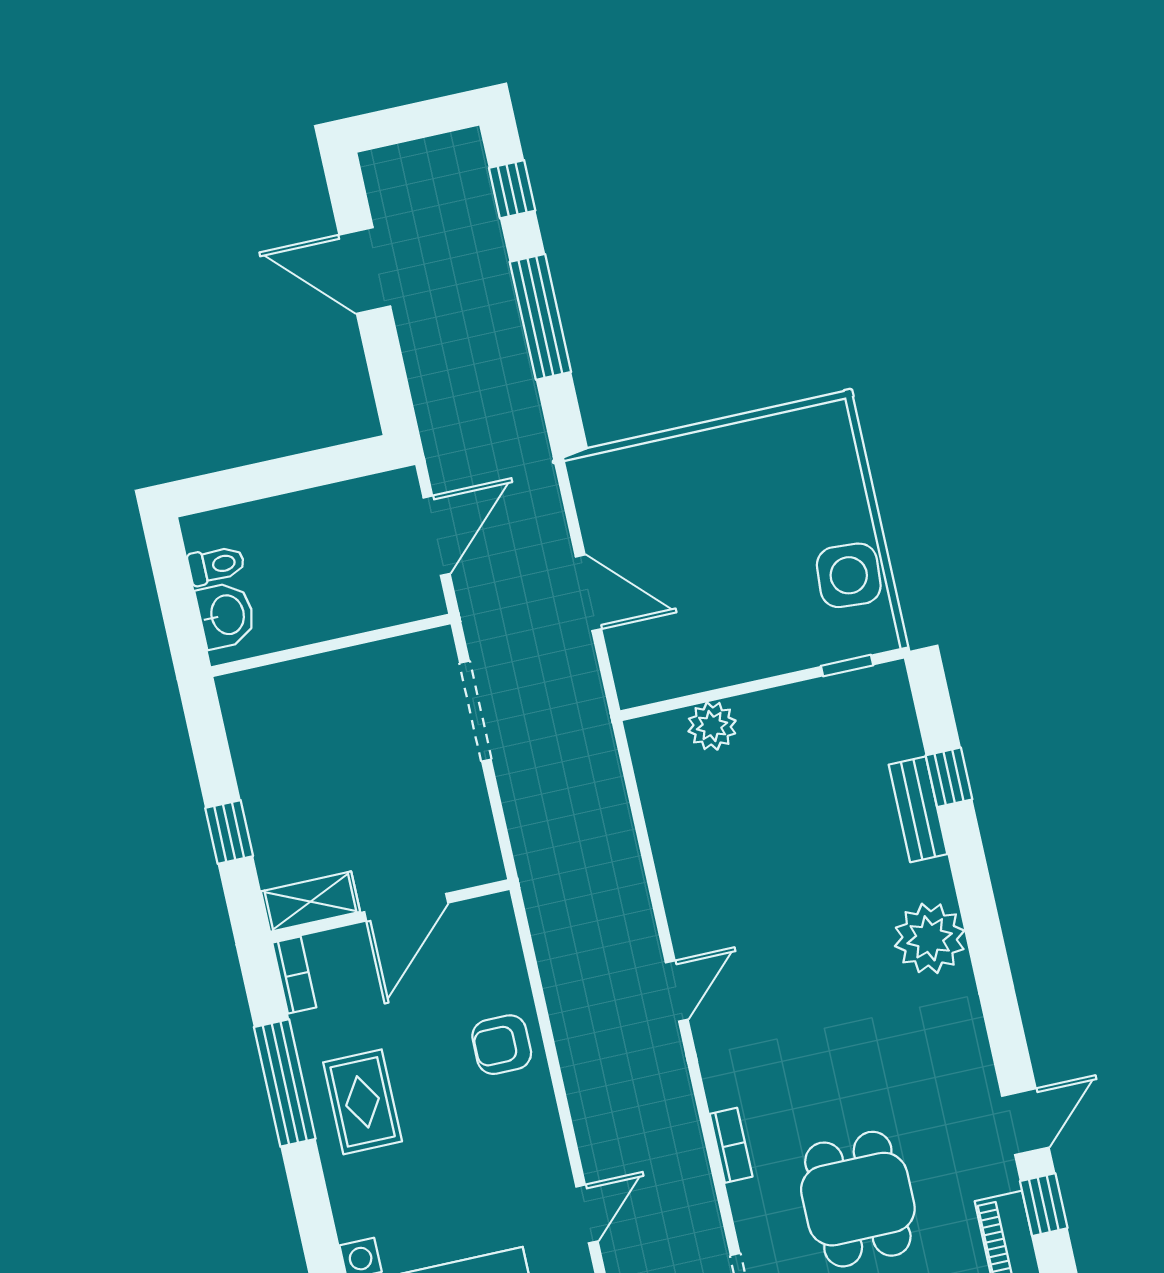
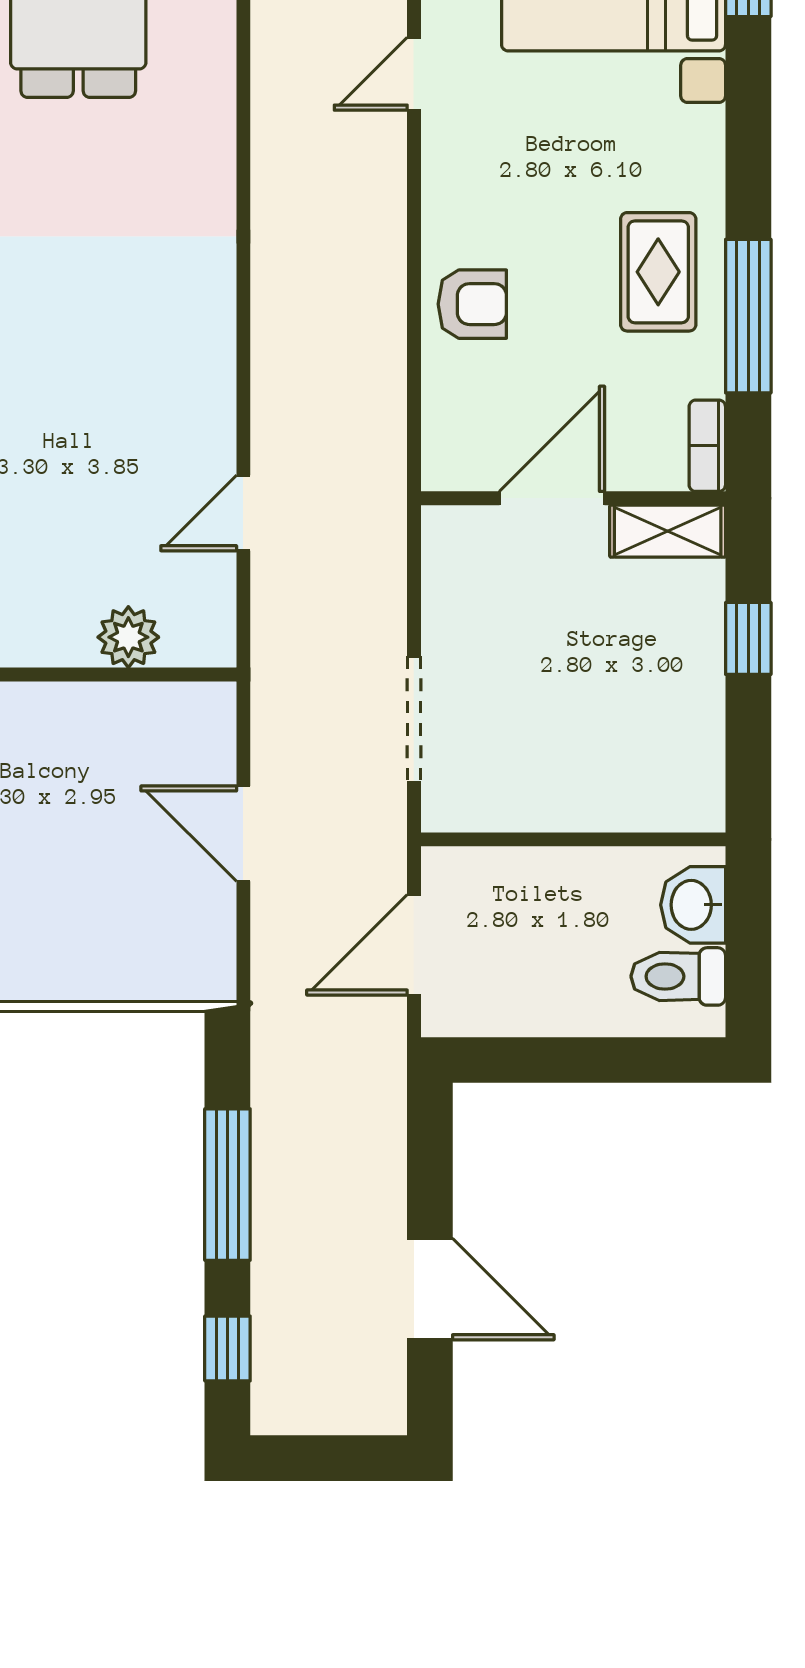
toilet: (216, 565) -> (678, 976), width x1.37, depth x1.39
door: (677, 991) -> (243, 513), moved
bookcase: (731, 1145) -> (219, 119), removed

